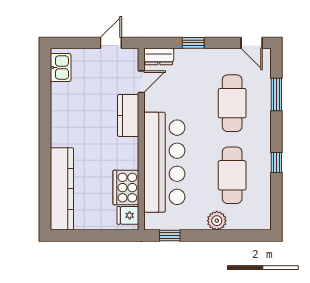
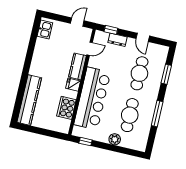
window: (193, 43) -> (111, 30), moved
door: (252, 43) -> (143, 37), moved
dresser: (159, 57) -> (118, 40), moved
window: (276, 162) -> (157, 114), width x2.17
fridge: (128, 215) -> (73, 85), moved

